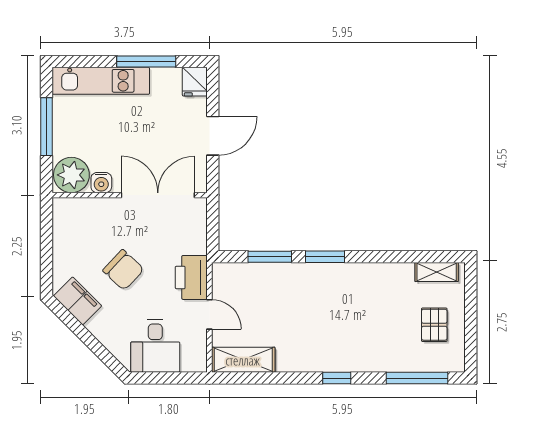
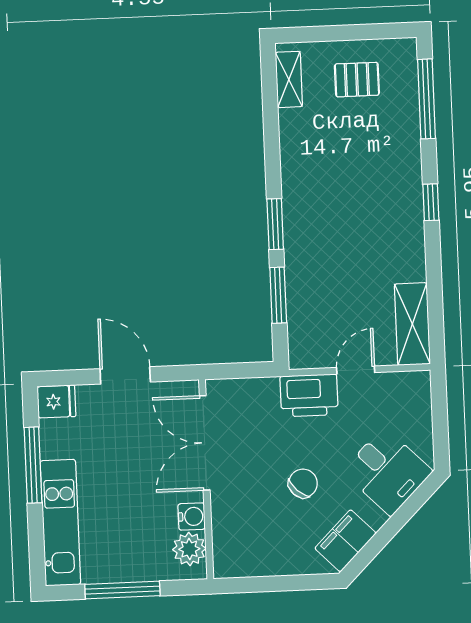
plant: (71, 175) -> (189, 549), width x0.73, depth x0.73
chair: (123, 270) -> (303, 483), width x0.73, depth x0.73
desk: (155, 346) -> (387, 471), moved, turned 45

